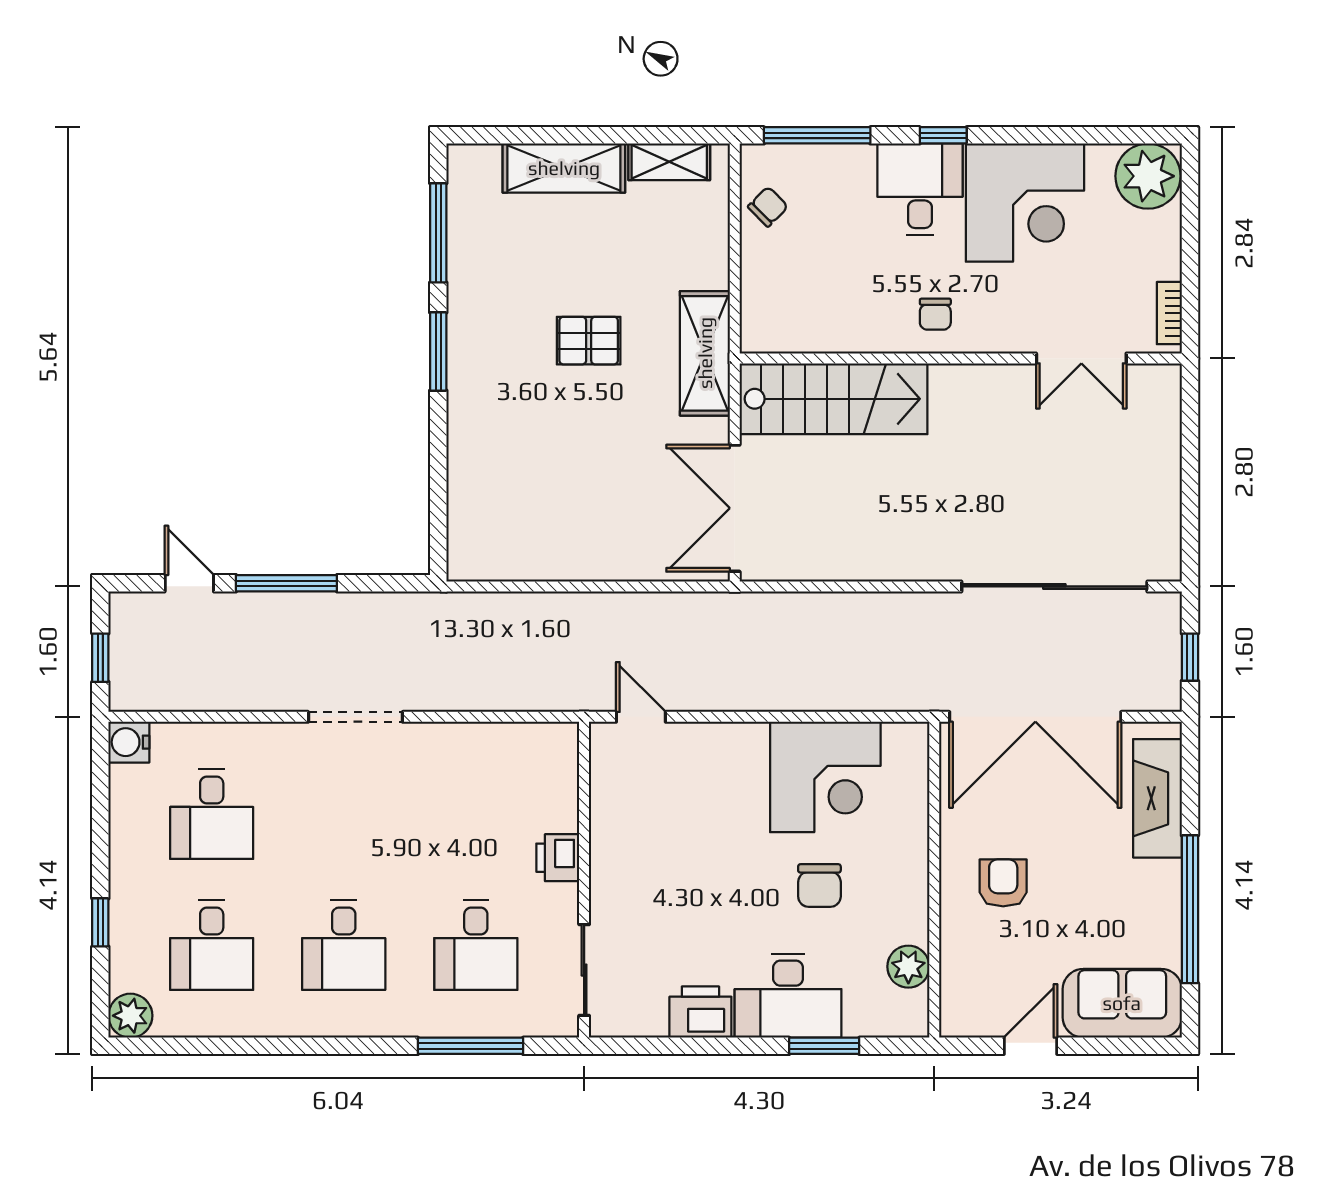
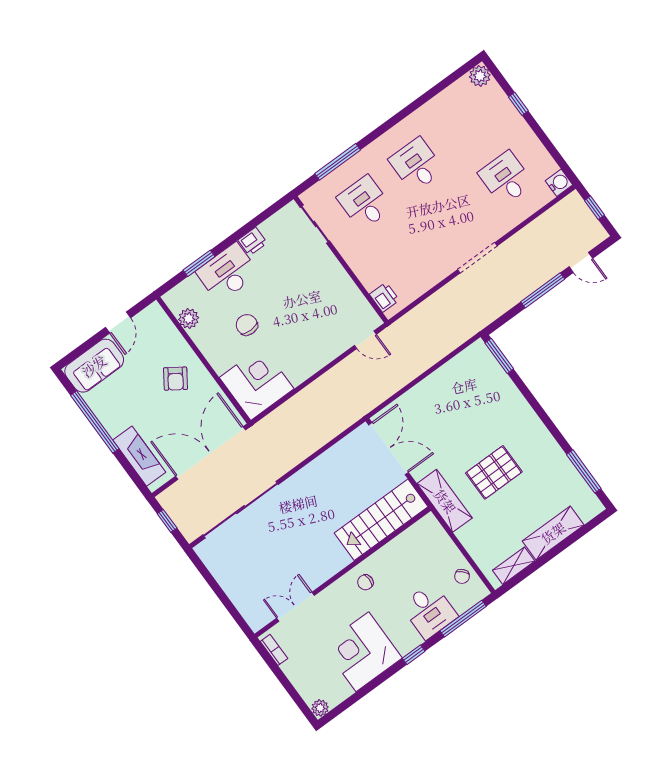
plant: (1148, 176) -> (320, 708), width x0.53, depth x0.53
desk: (920, 189) -> (429, 611), moved
chair: (935, 314) -> (365, 582), turned -90
pallet: (589, 341) -> (494, 472), width x1.50, depth x1.42
window: (438, 351) -> (499, 356), moved
corner desk: (825, 777) -> (257, 383), moved, turned 90
printer: (558, 858) -> (384, 297), moved
armchair: (1003, 883) -> (175, 379), turned 34
desk: (212, 945) -> (468, 127), removed
printer: (700, 1012) -> (253, 241), width x0.73, depth x0.81

